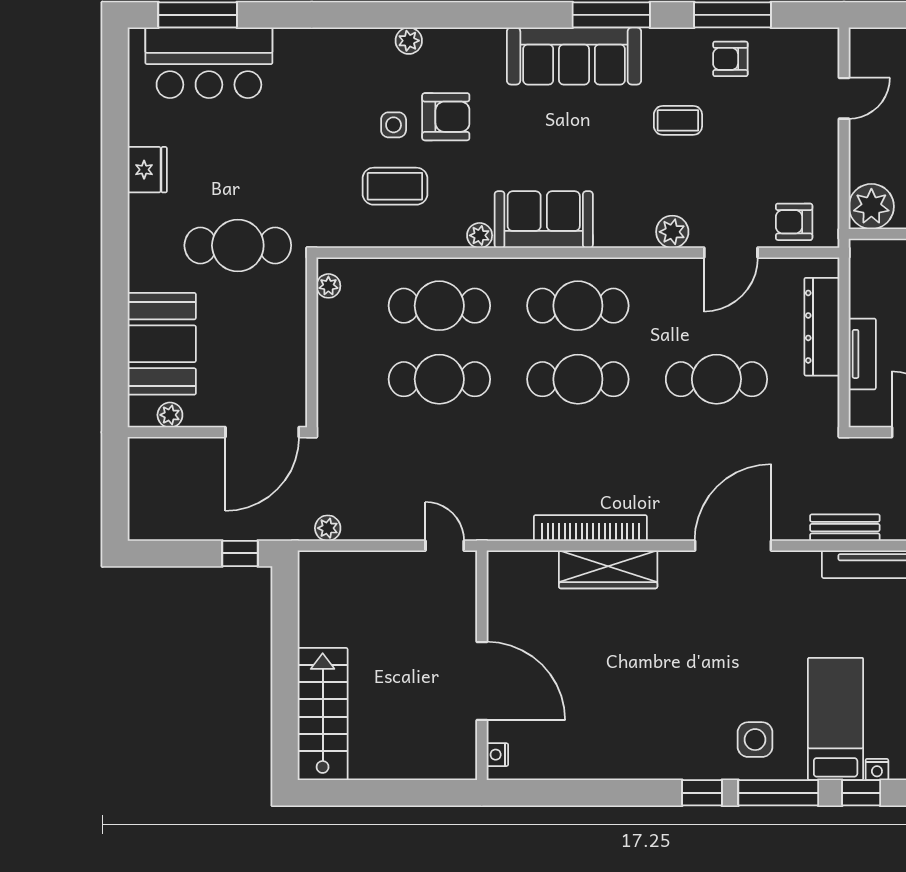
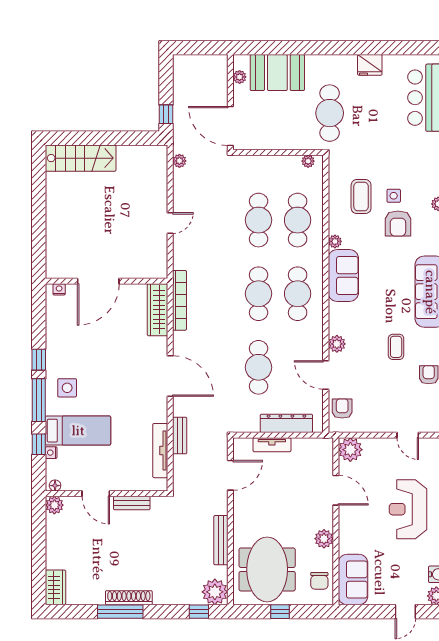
wall: (482, 665) -> (107, 281), moved
door: (482, 681) -> (98, 281), moved
nightstand: (497, 755) -> (59, 289), moved

